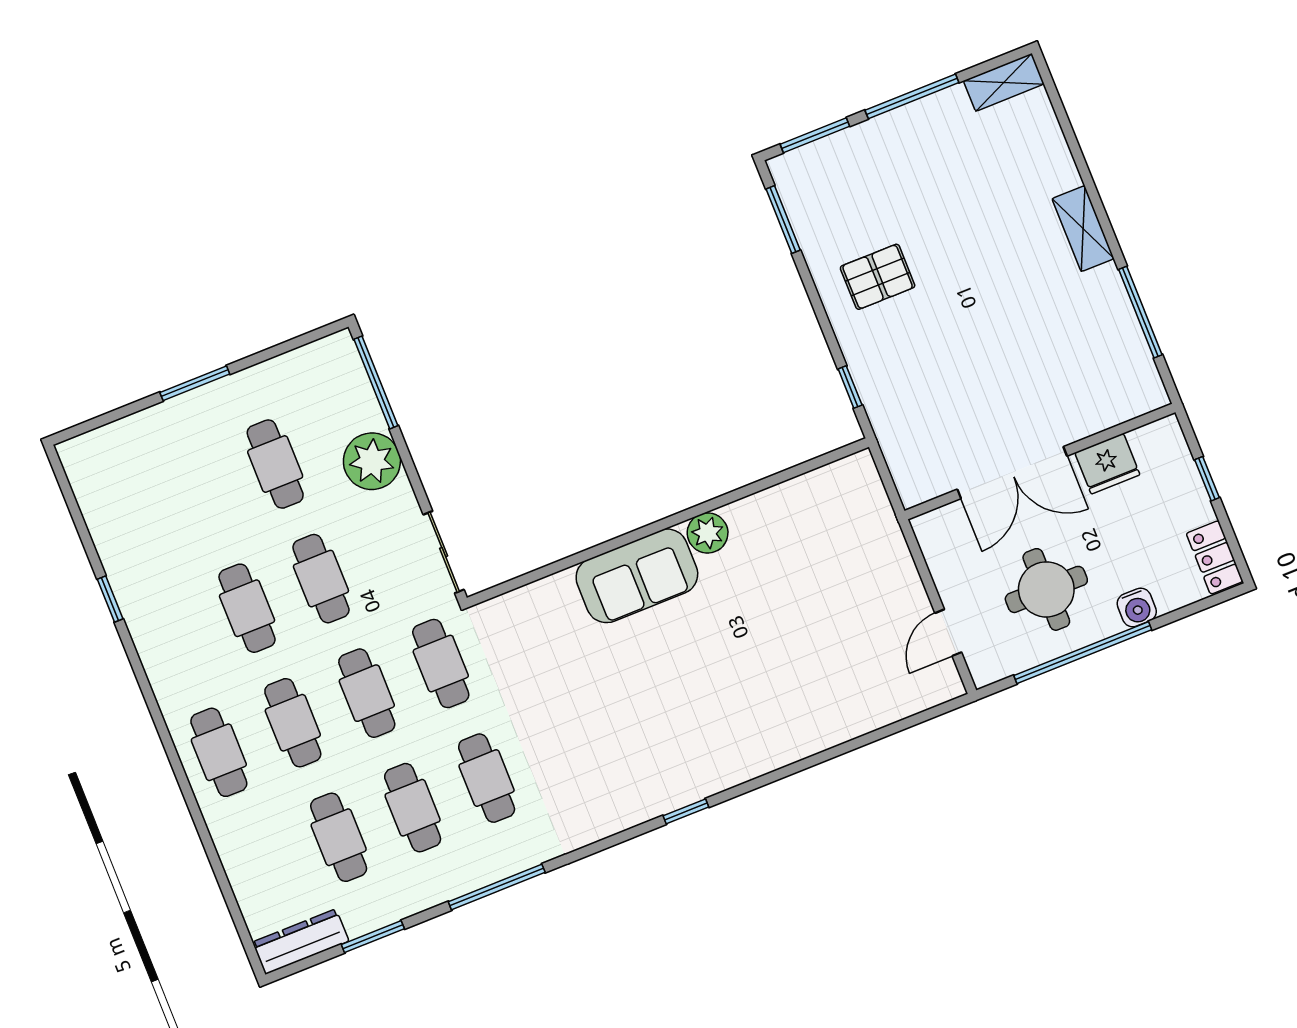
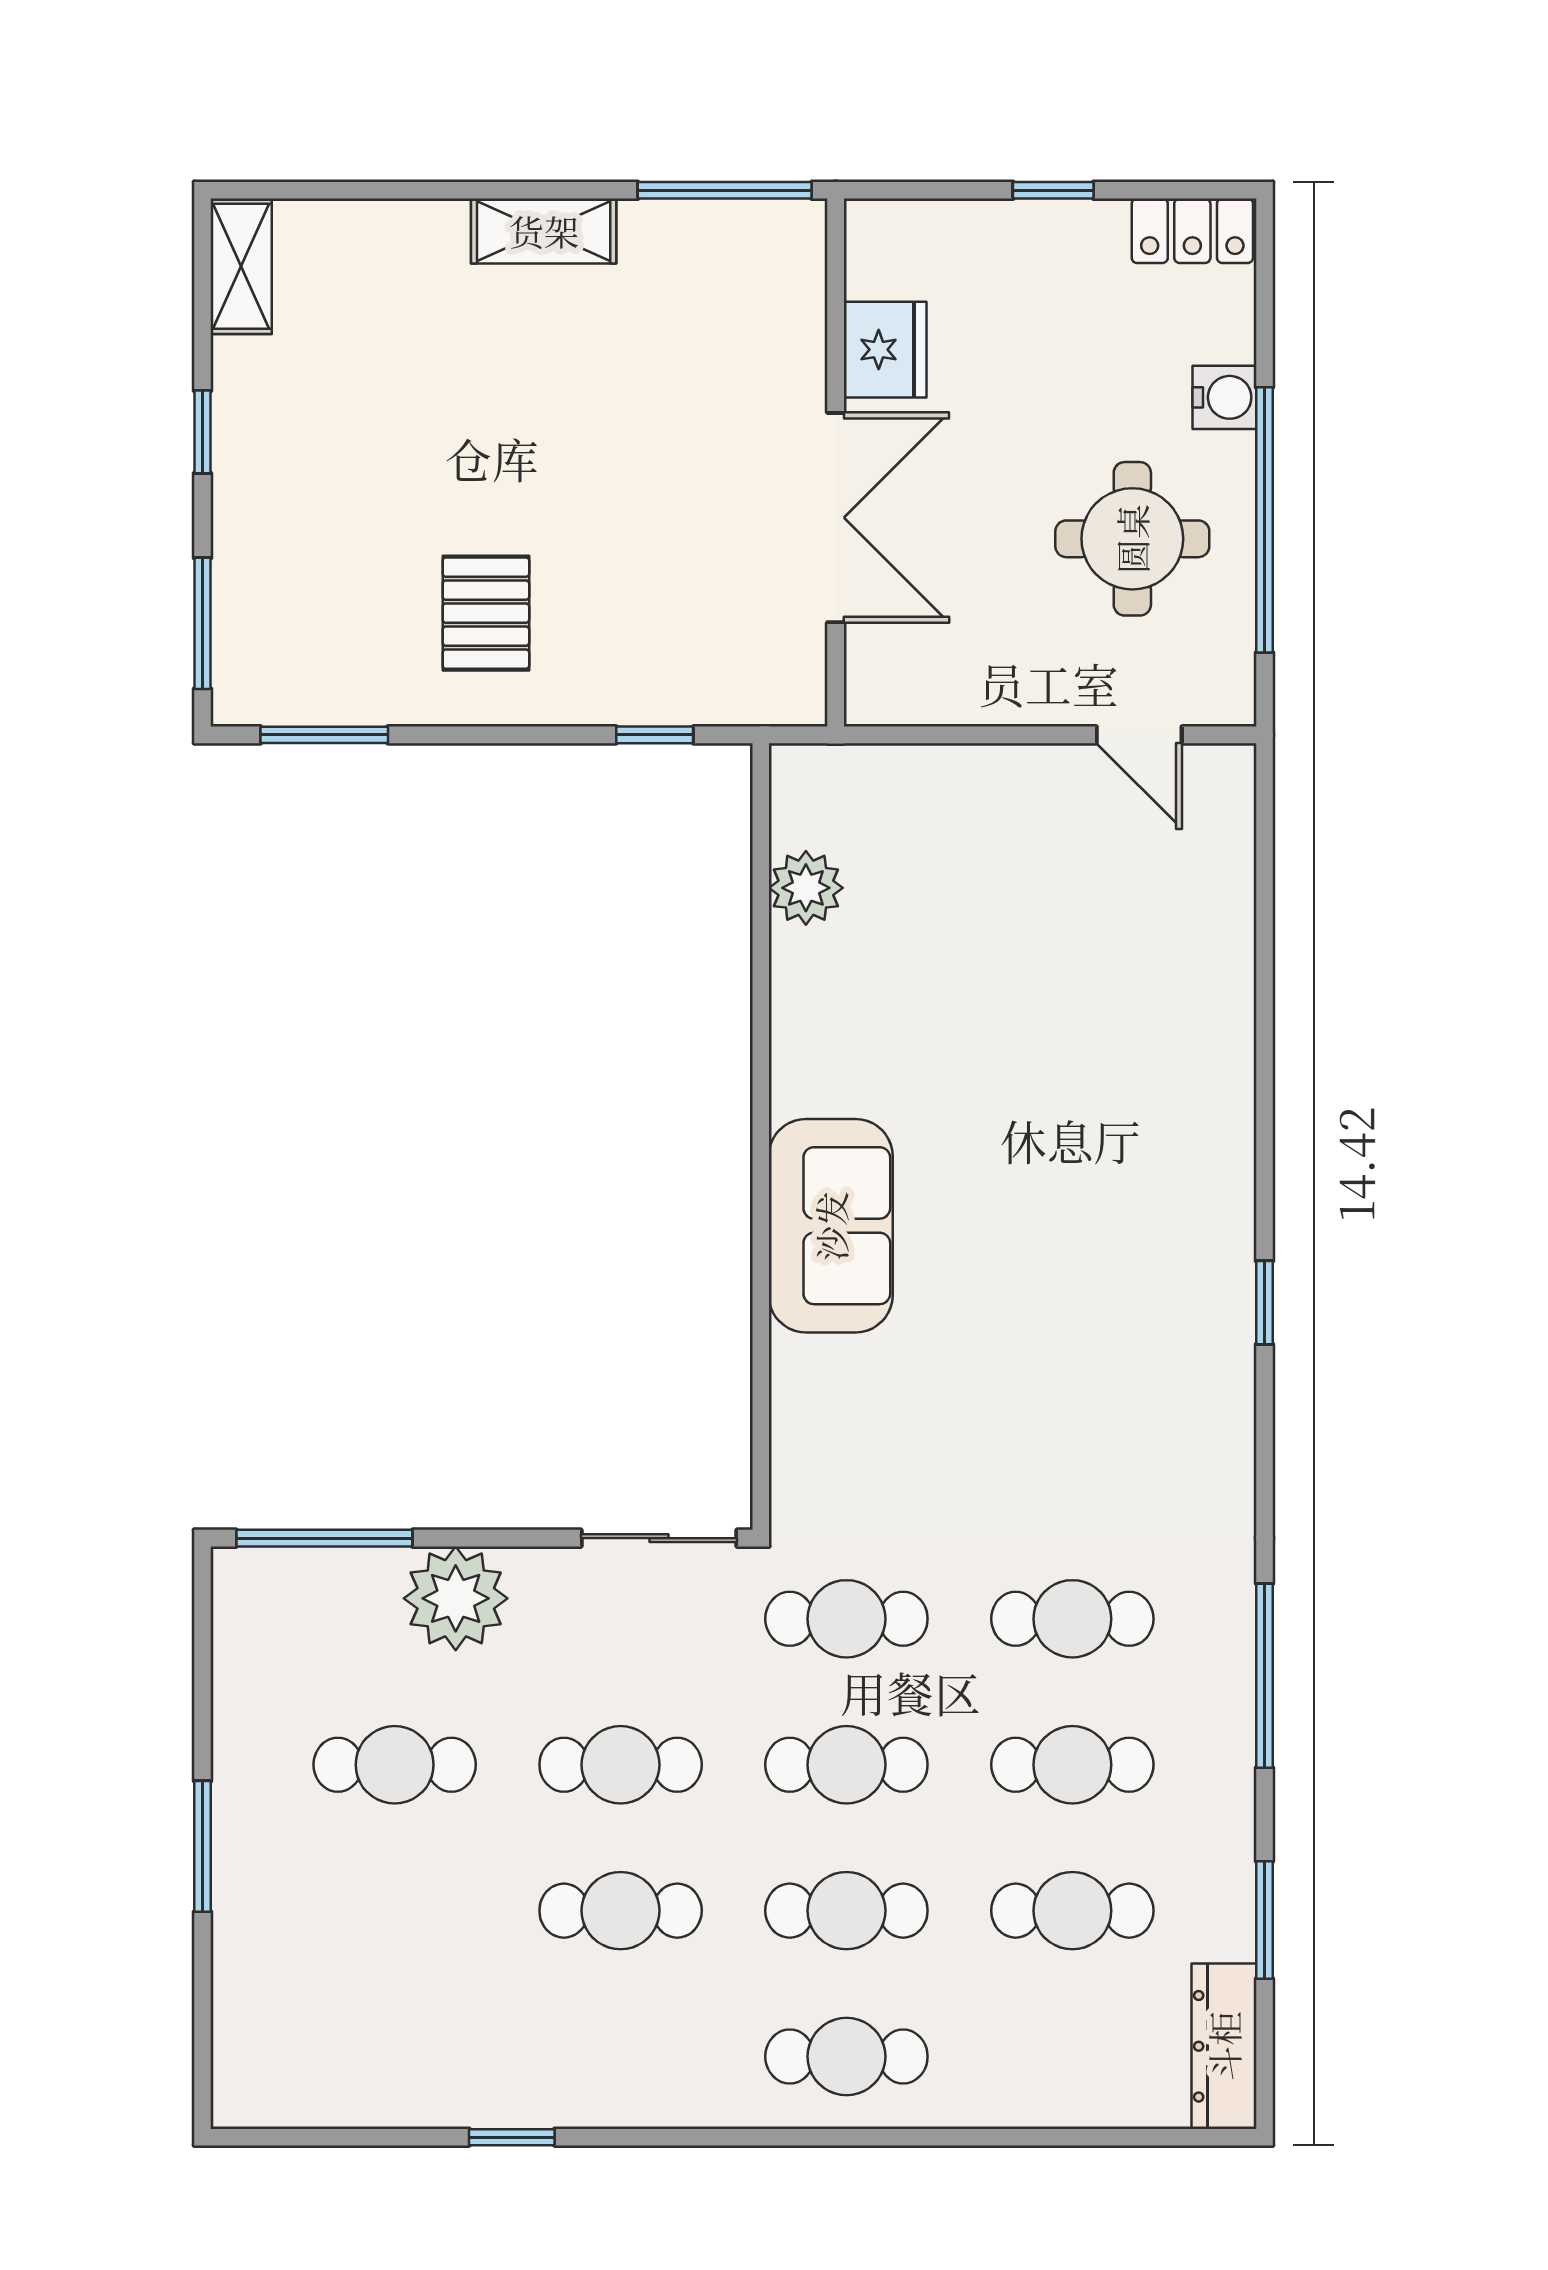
window: (912, 96) -> (203, 432), width x0.46
wall: (1040, 462) -> (836, 463), moved
fridge: (1107, 464) -> (885, 350), moved
double door: (1012, 473) -> (836, 518), moved
plant: (708, 533) -> (806, 888), moved

